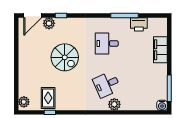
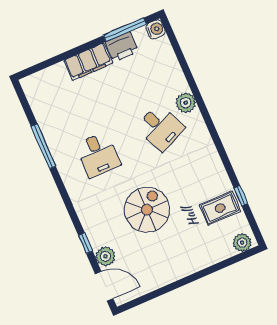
printer: (139, 24) -> (122, 47), moved, turned 90
filing cabinet: (160, 50) -> (88, 62), moved

